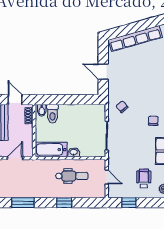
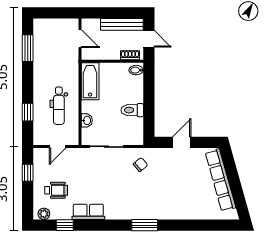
door: (15, 100) -> (149, 39), hinge flipped
toilet: (52, 114) -> (132, 110), moved
chair: (153, 121) -> (124, 201), removed
washbasin: (74, 152) -> (87, 120), moved
window: (64, 203) -> (28, 112), moved

